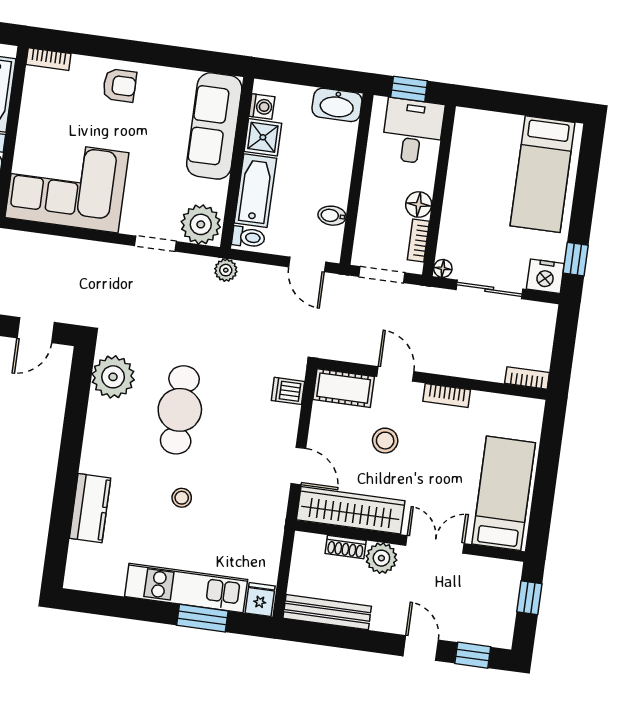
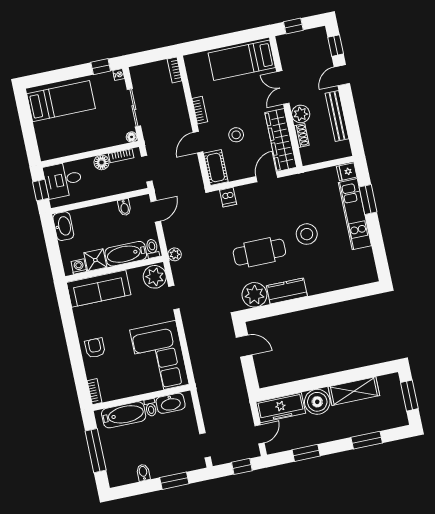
nightstand: (545, 276) -> (119, 74), width x0.53, depth x0.56
stool: (182, 498) -> (307, 234), width x1.89, depth x1.89
kitchen counter: (90, 508) -> (287, 291), moved
bench: (327, 612) -> (337, 116), moved

